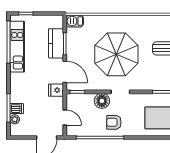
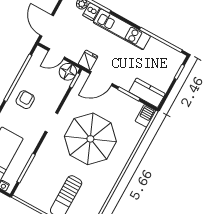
kitchen counter: (56, 43) -> (147, 93), moved
kitchen unit: (17, 47) -> (122, 29), moved
floor lamp: (102, 101) -> (68, 72), moved

